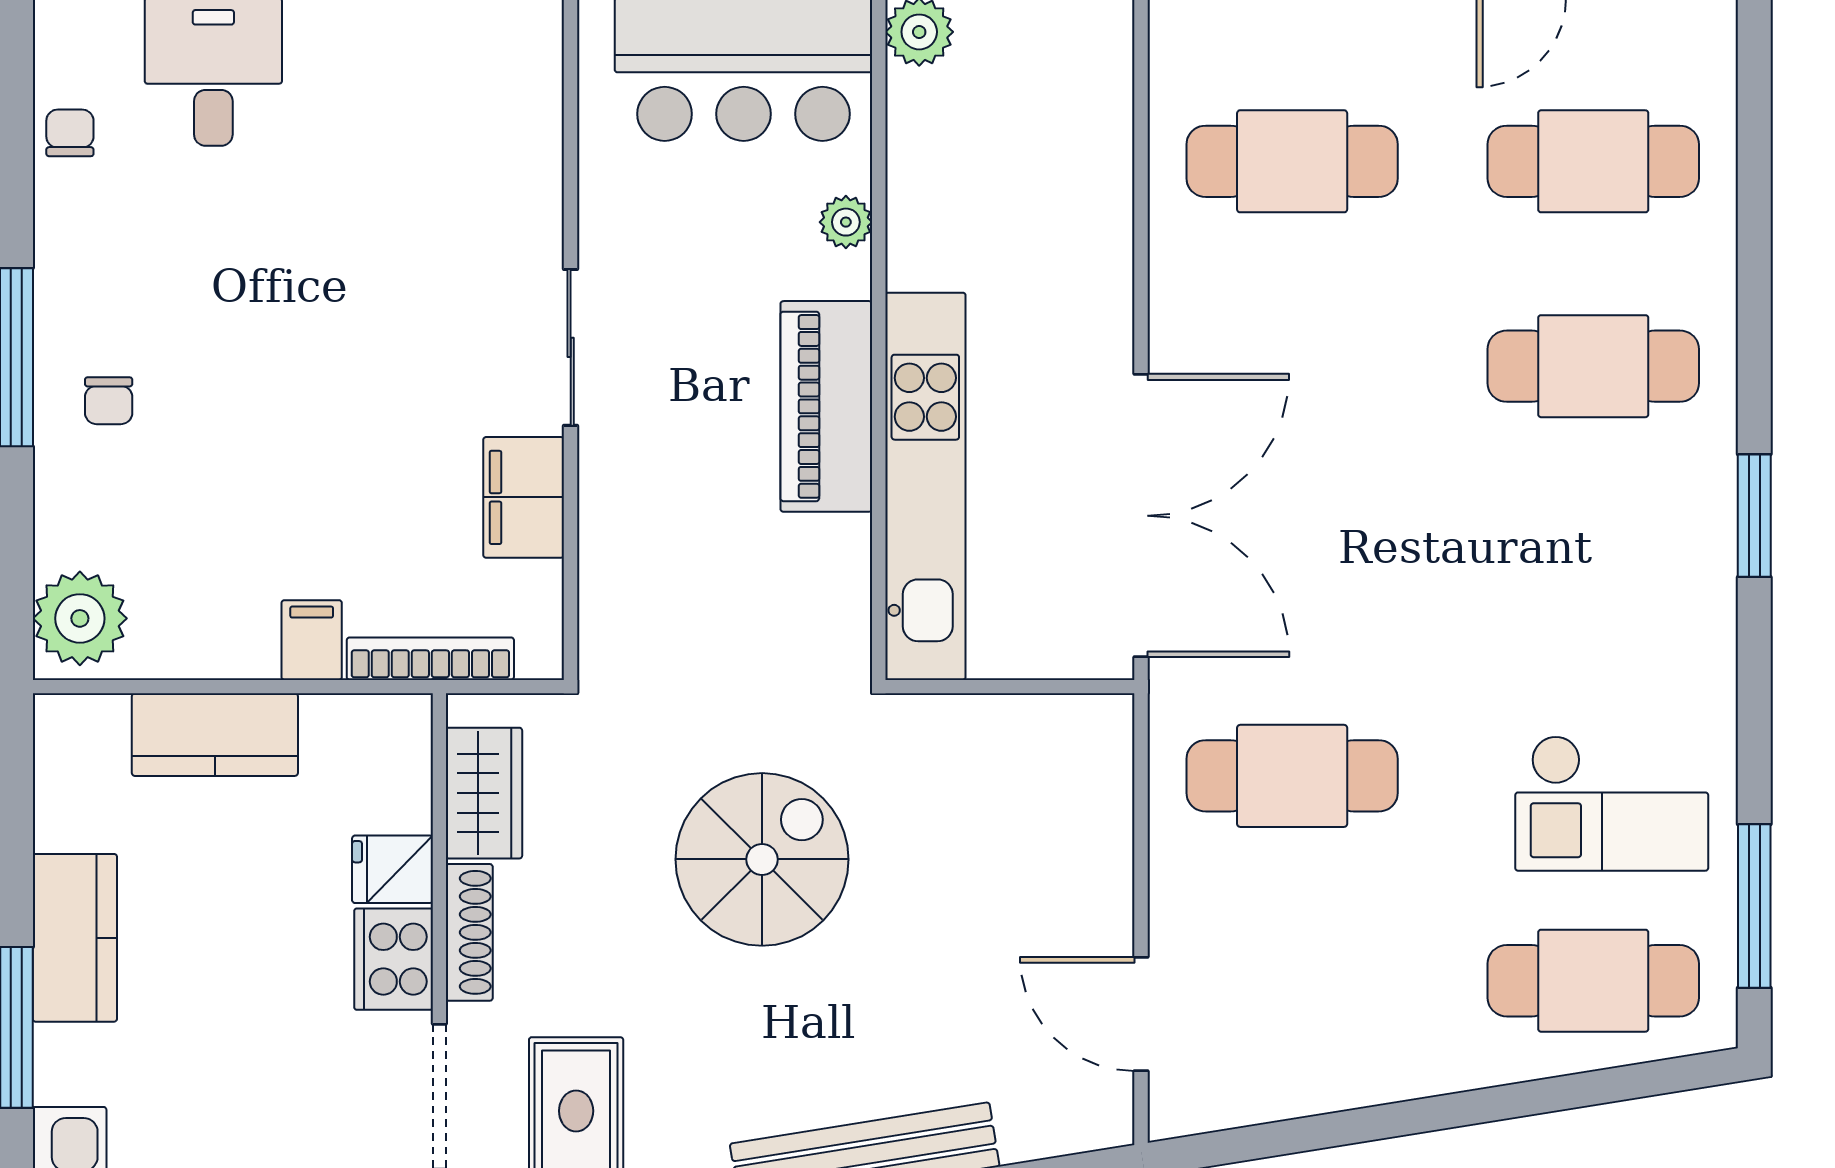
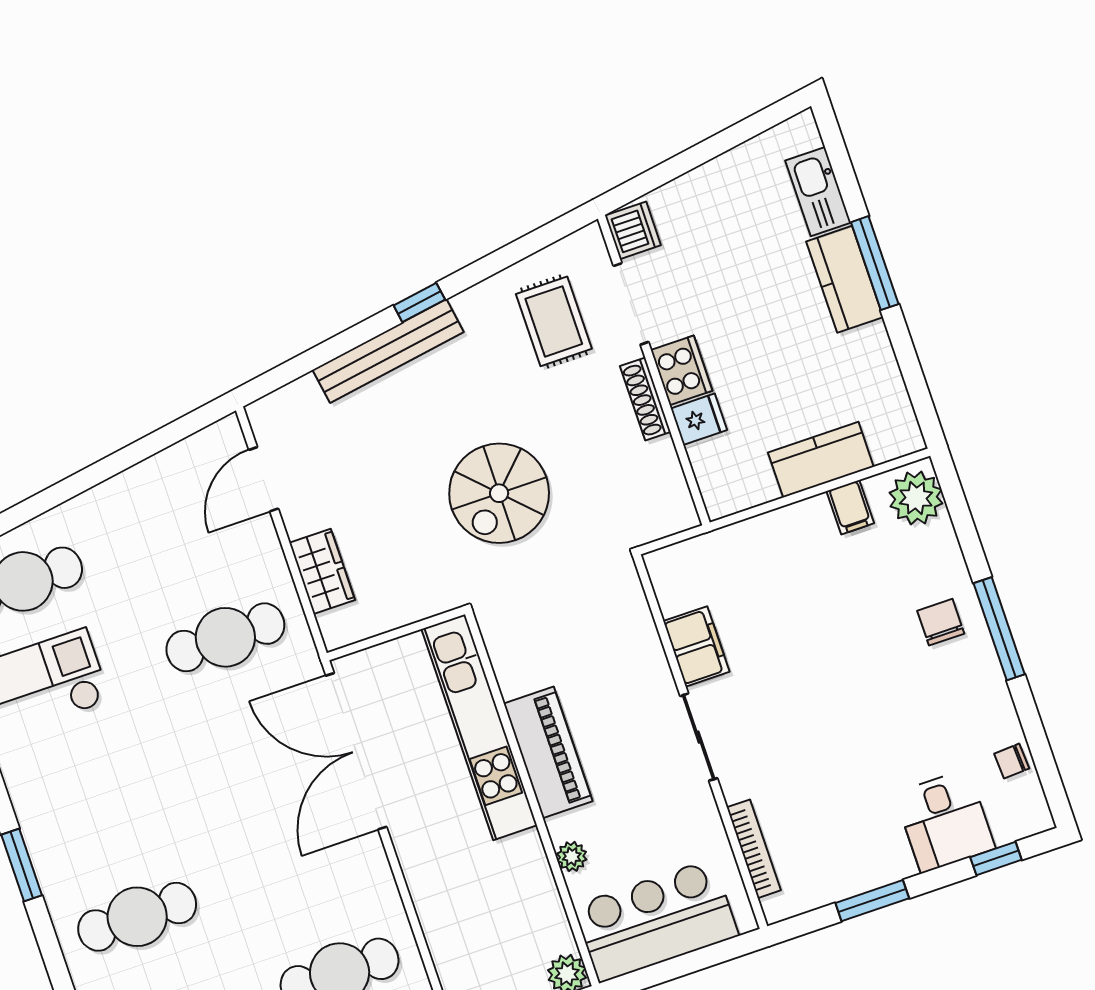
chair: (70, 133) -> (1012, 761), turned 87
chair: (109, 401) -> (941, 622), width x1.37, depth x1.37
filing cabinet: (312, 640) -> (850, 507), moved
bookcase: (430, 659) -> (754, 849), moved, turned -90
wardrobe: (484, 793) -> (322, 571), moved, turned 180
kitchen counter: (75, 938) -> (845, 279), moved
door: (1141, 1014) -> (264, 479), swing flipped

